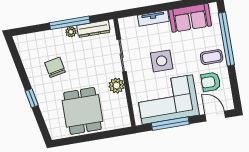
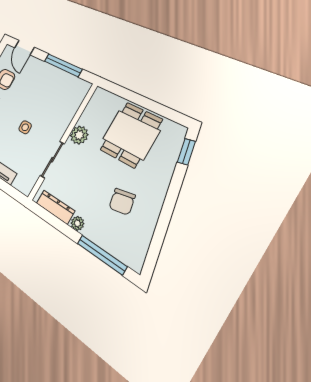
window: (70, 23) -> (102, 255), moved
side table: (162, 61) -> (25, 127), width x0.54, depth x0.54
window: (32, 98) -> (186, 152), moved
corner sofa: (167, 100) -> (48, 89), removed

